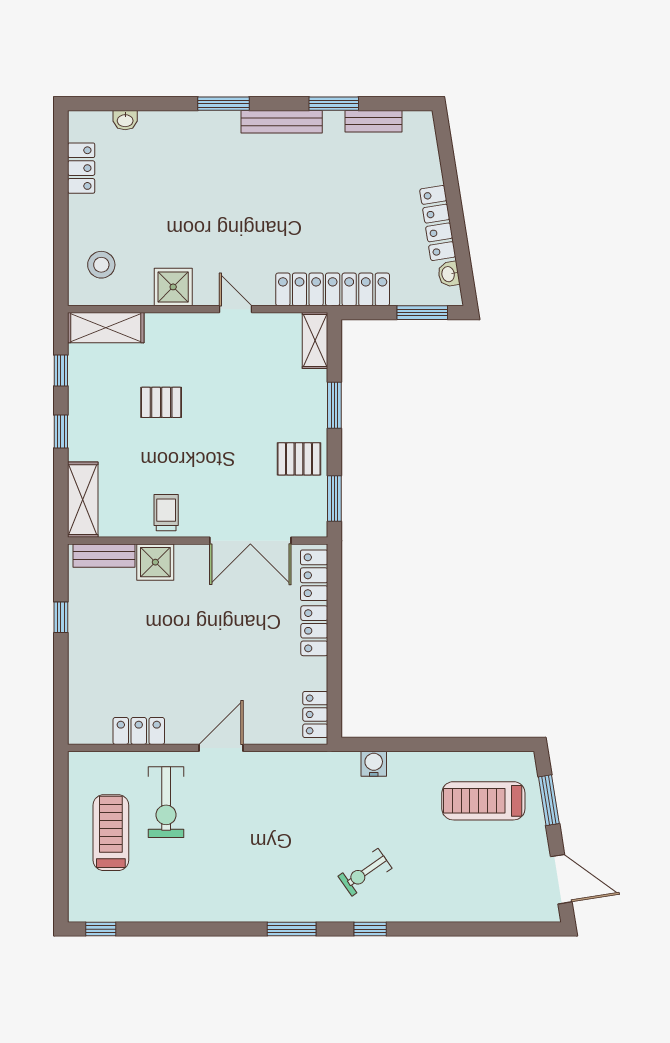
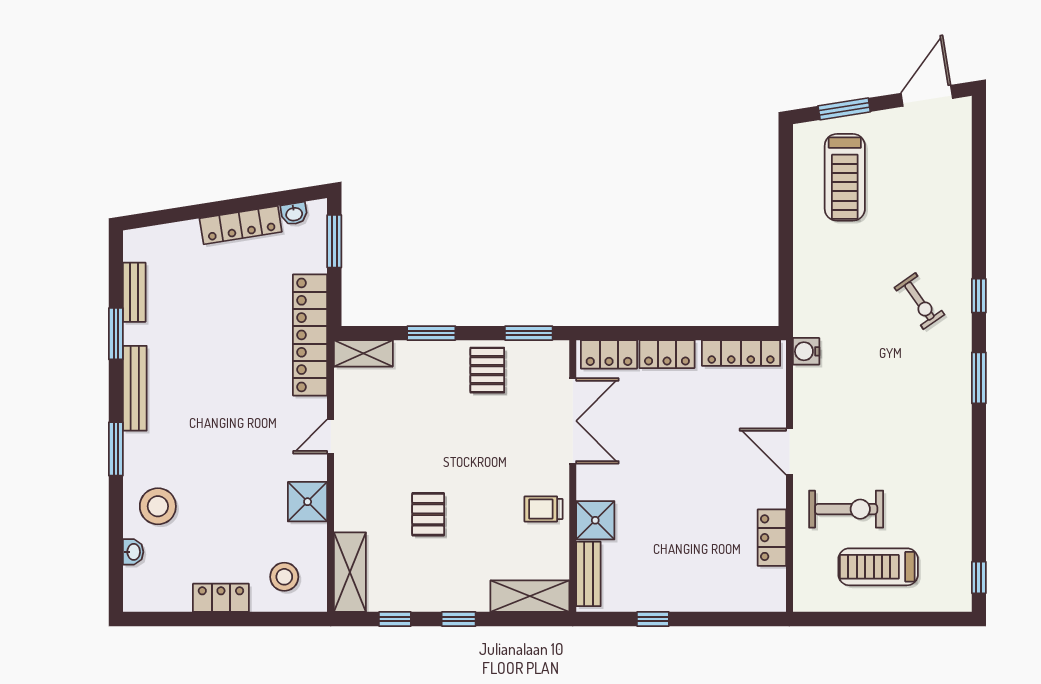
stool: (169, 144) -> (158, 506), added
locker: (81, 168) -> (221, 598), moved
locker: (315, 714) -> (741, 353), width x1.53
water cooler: (374, 764) -> (806, 351), moved

